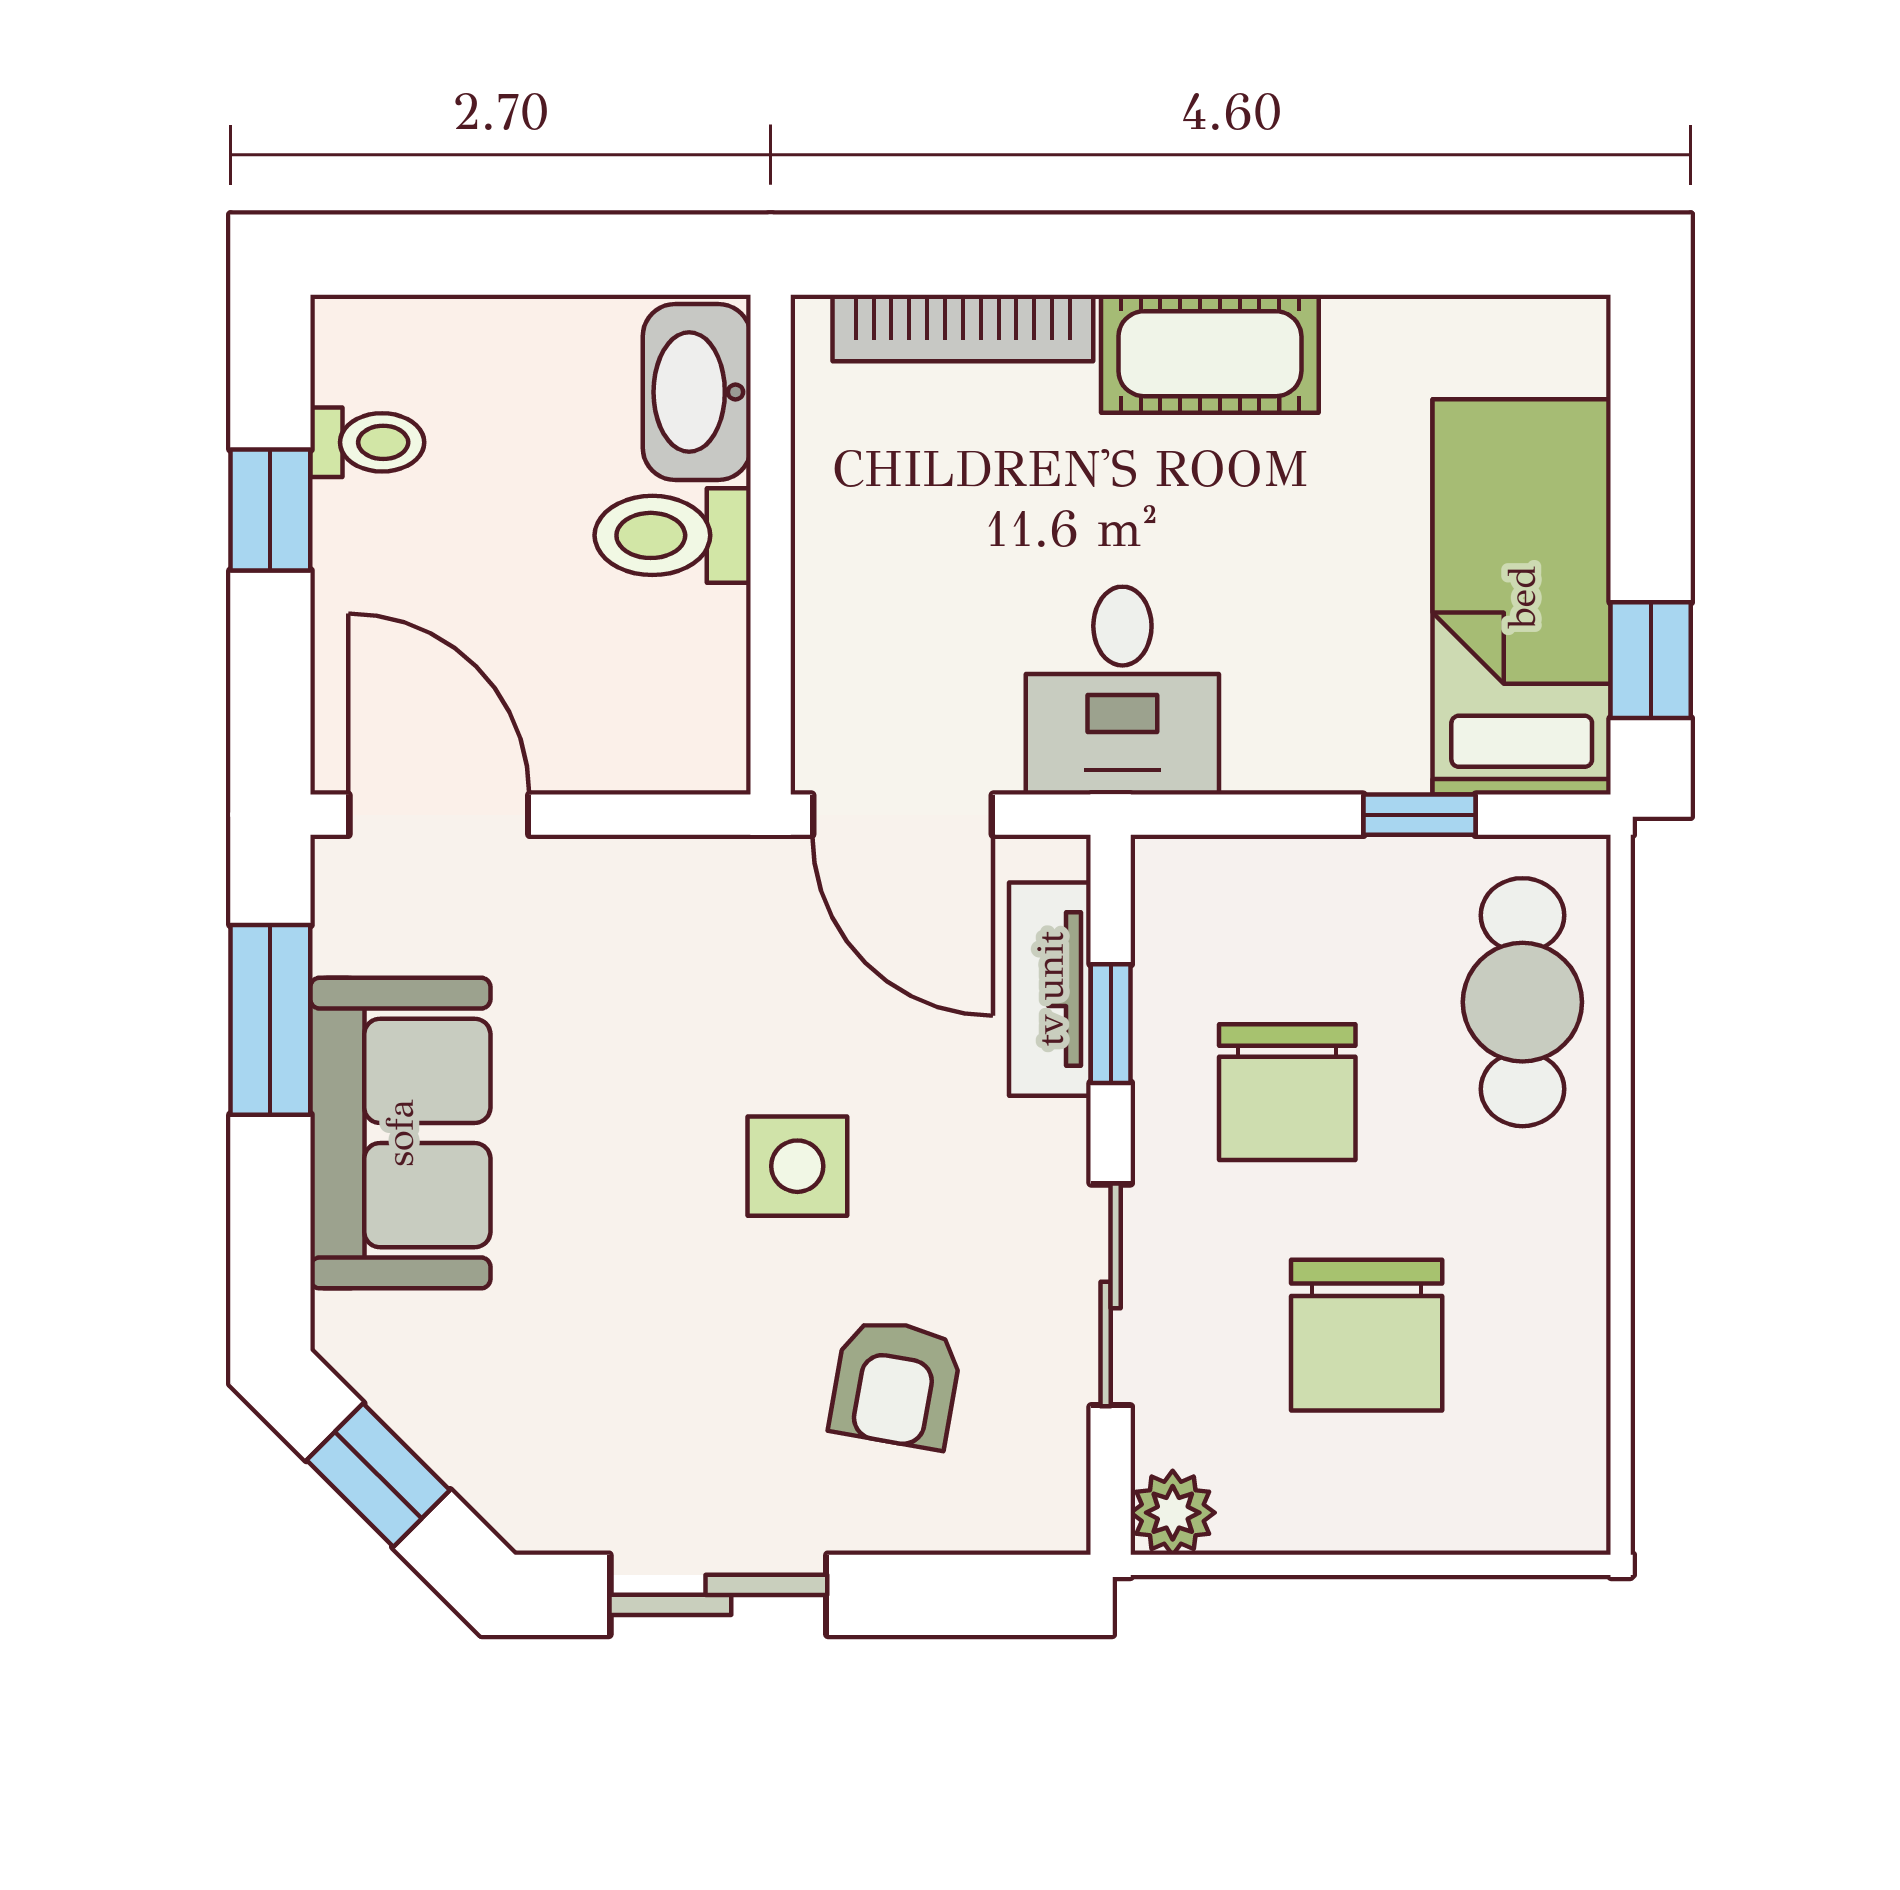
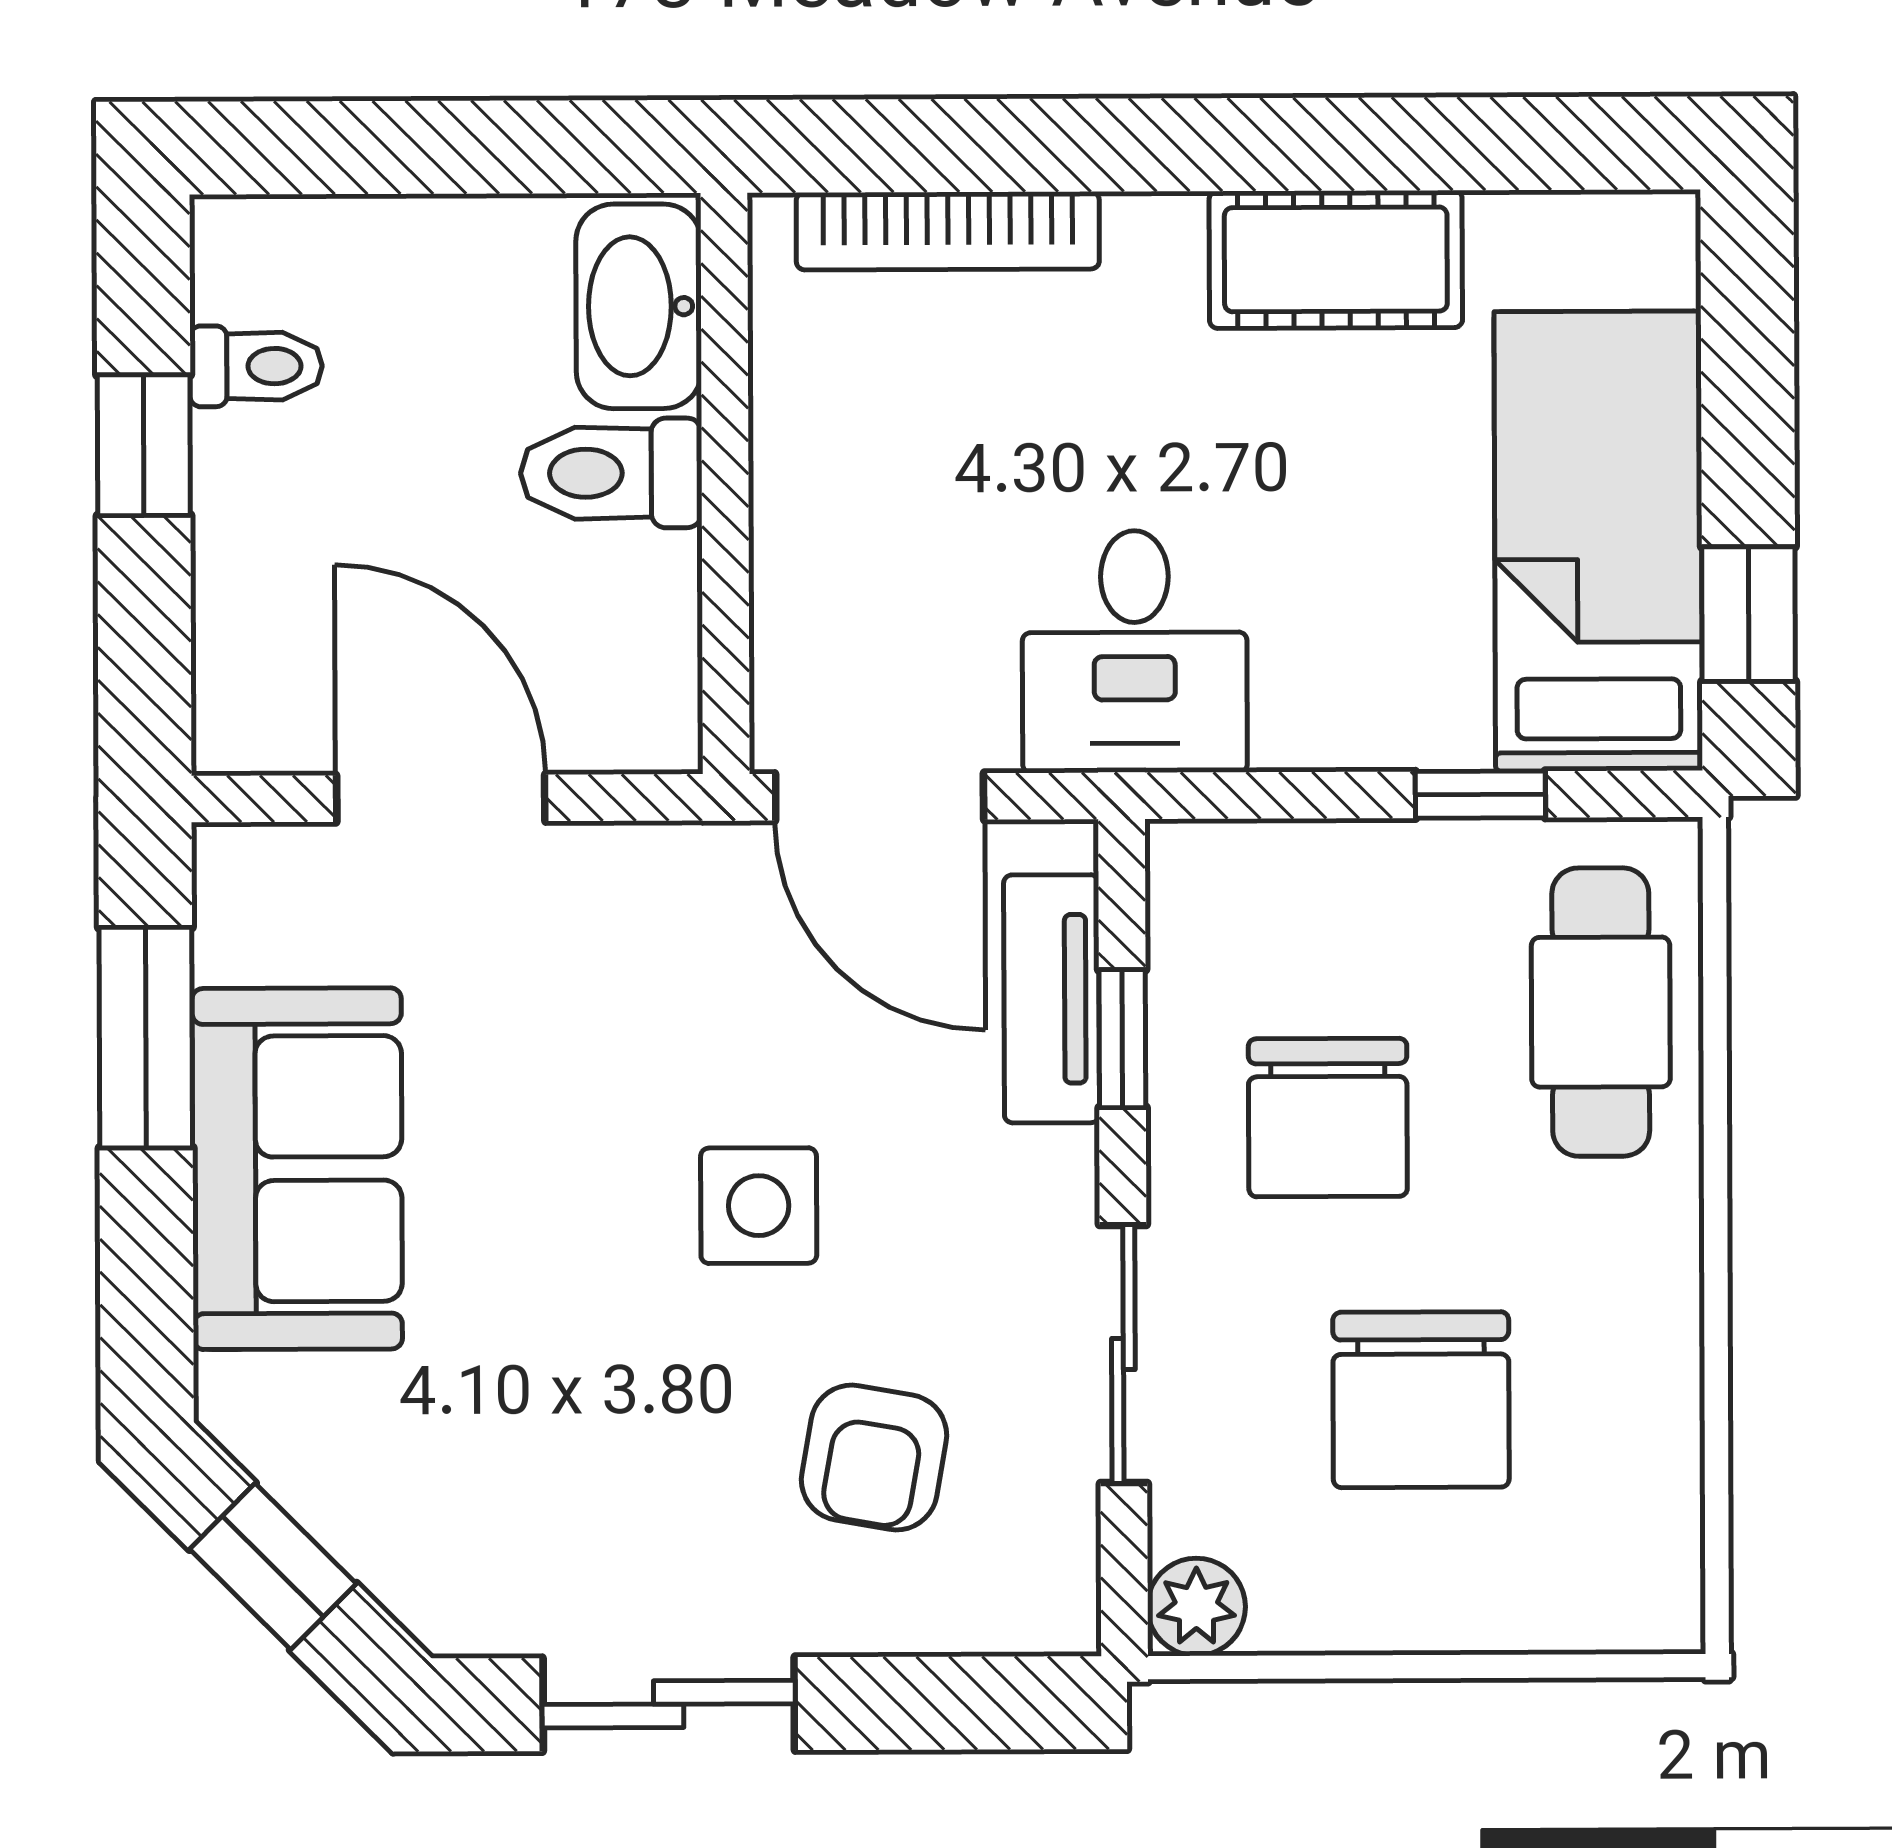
cot: (1210, 354) -> (1336, 259), moved
door: (439, 815) -> (441, 798), moved

